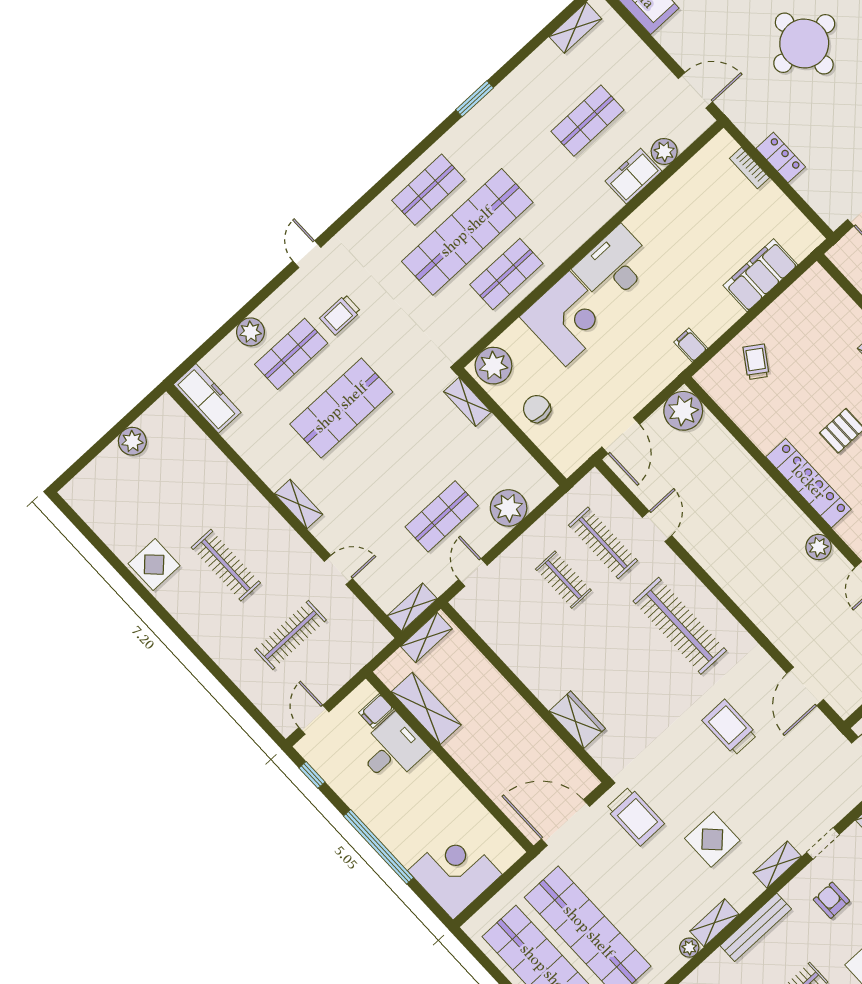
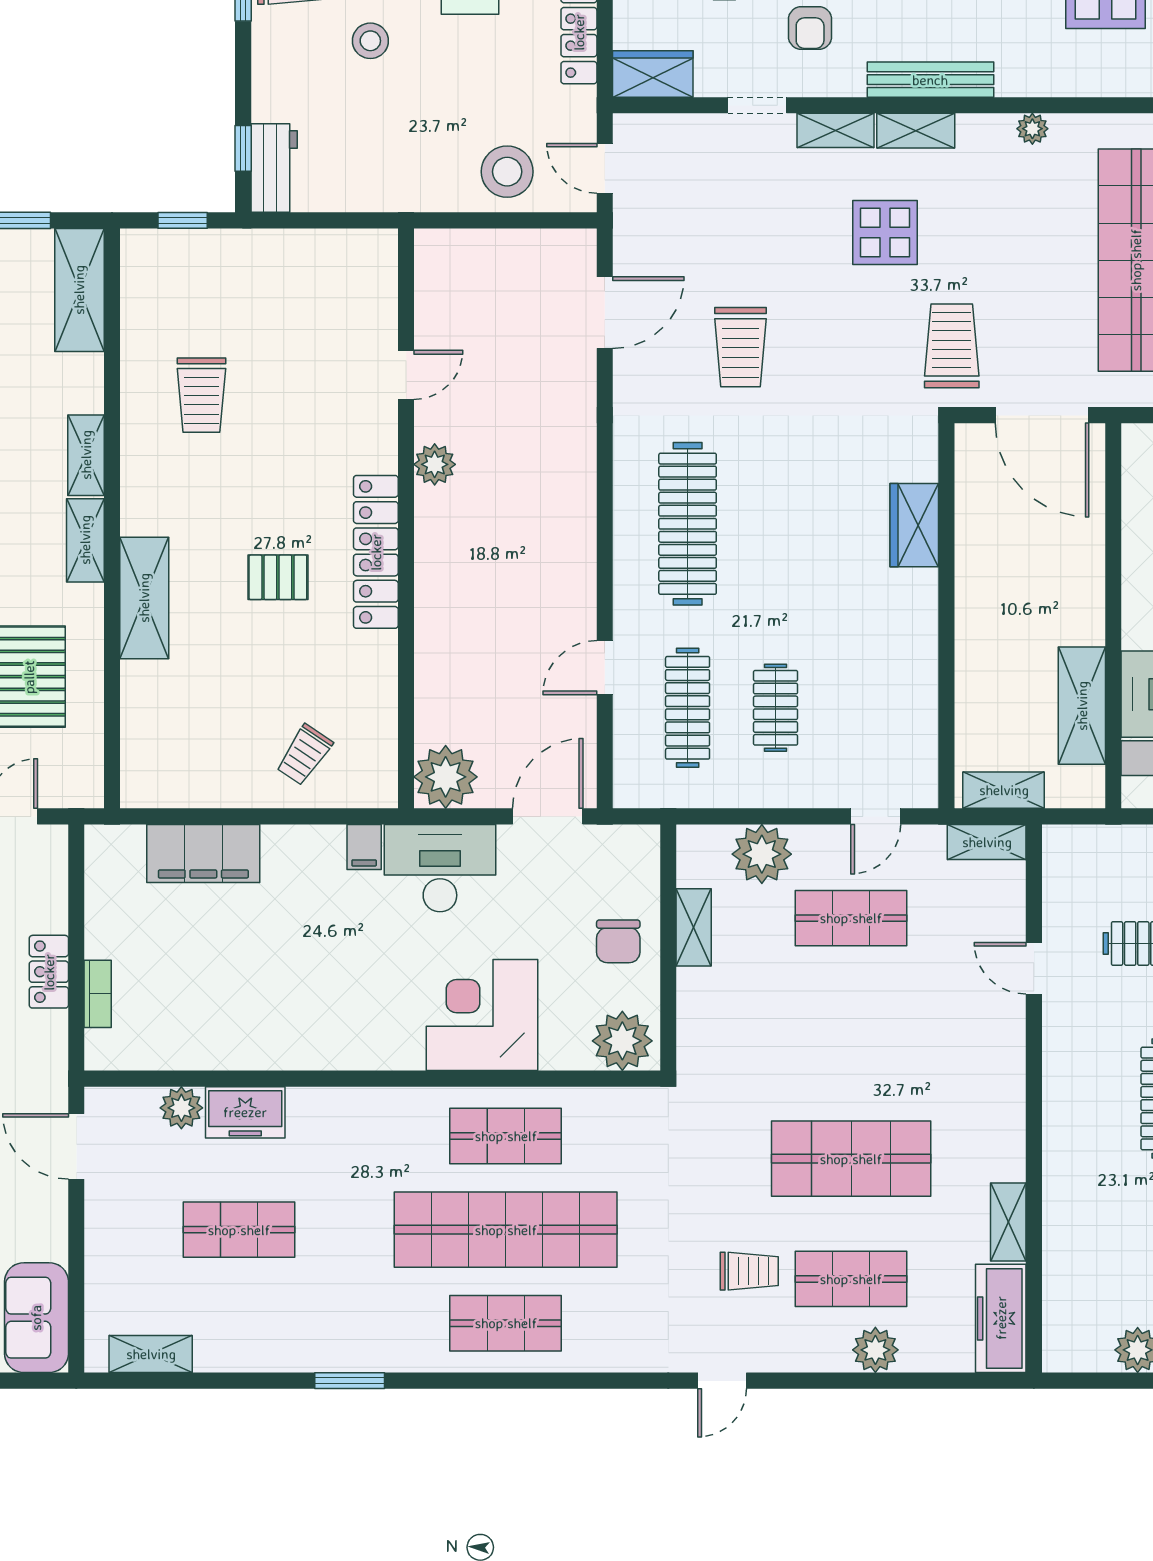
desk: (614, 266) -> (440, 868), moved, turned 180
shelving: (467, 402) -> (694, 927), moved
shelving: (299, 504) -> (1008, 1222), moved
shelving: (714, 923) -> (916, 131), moved

